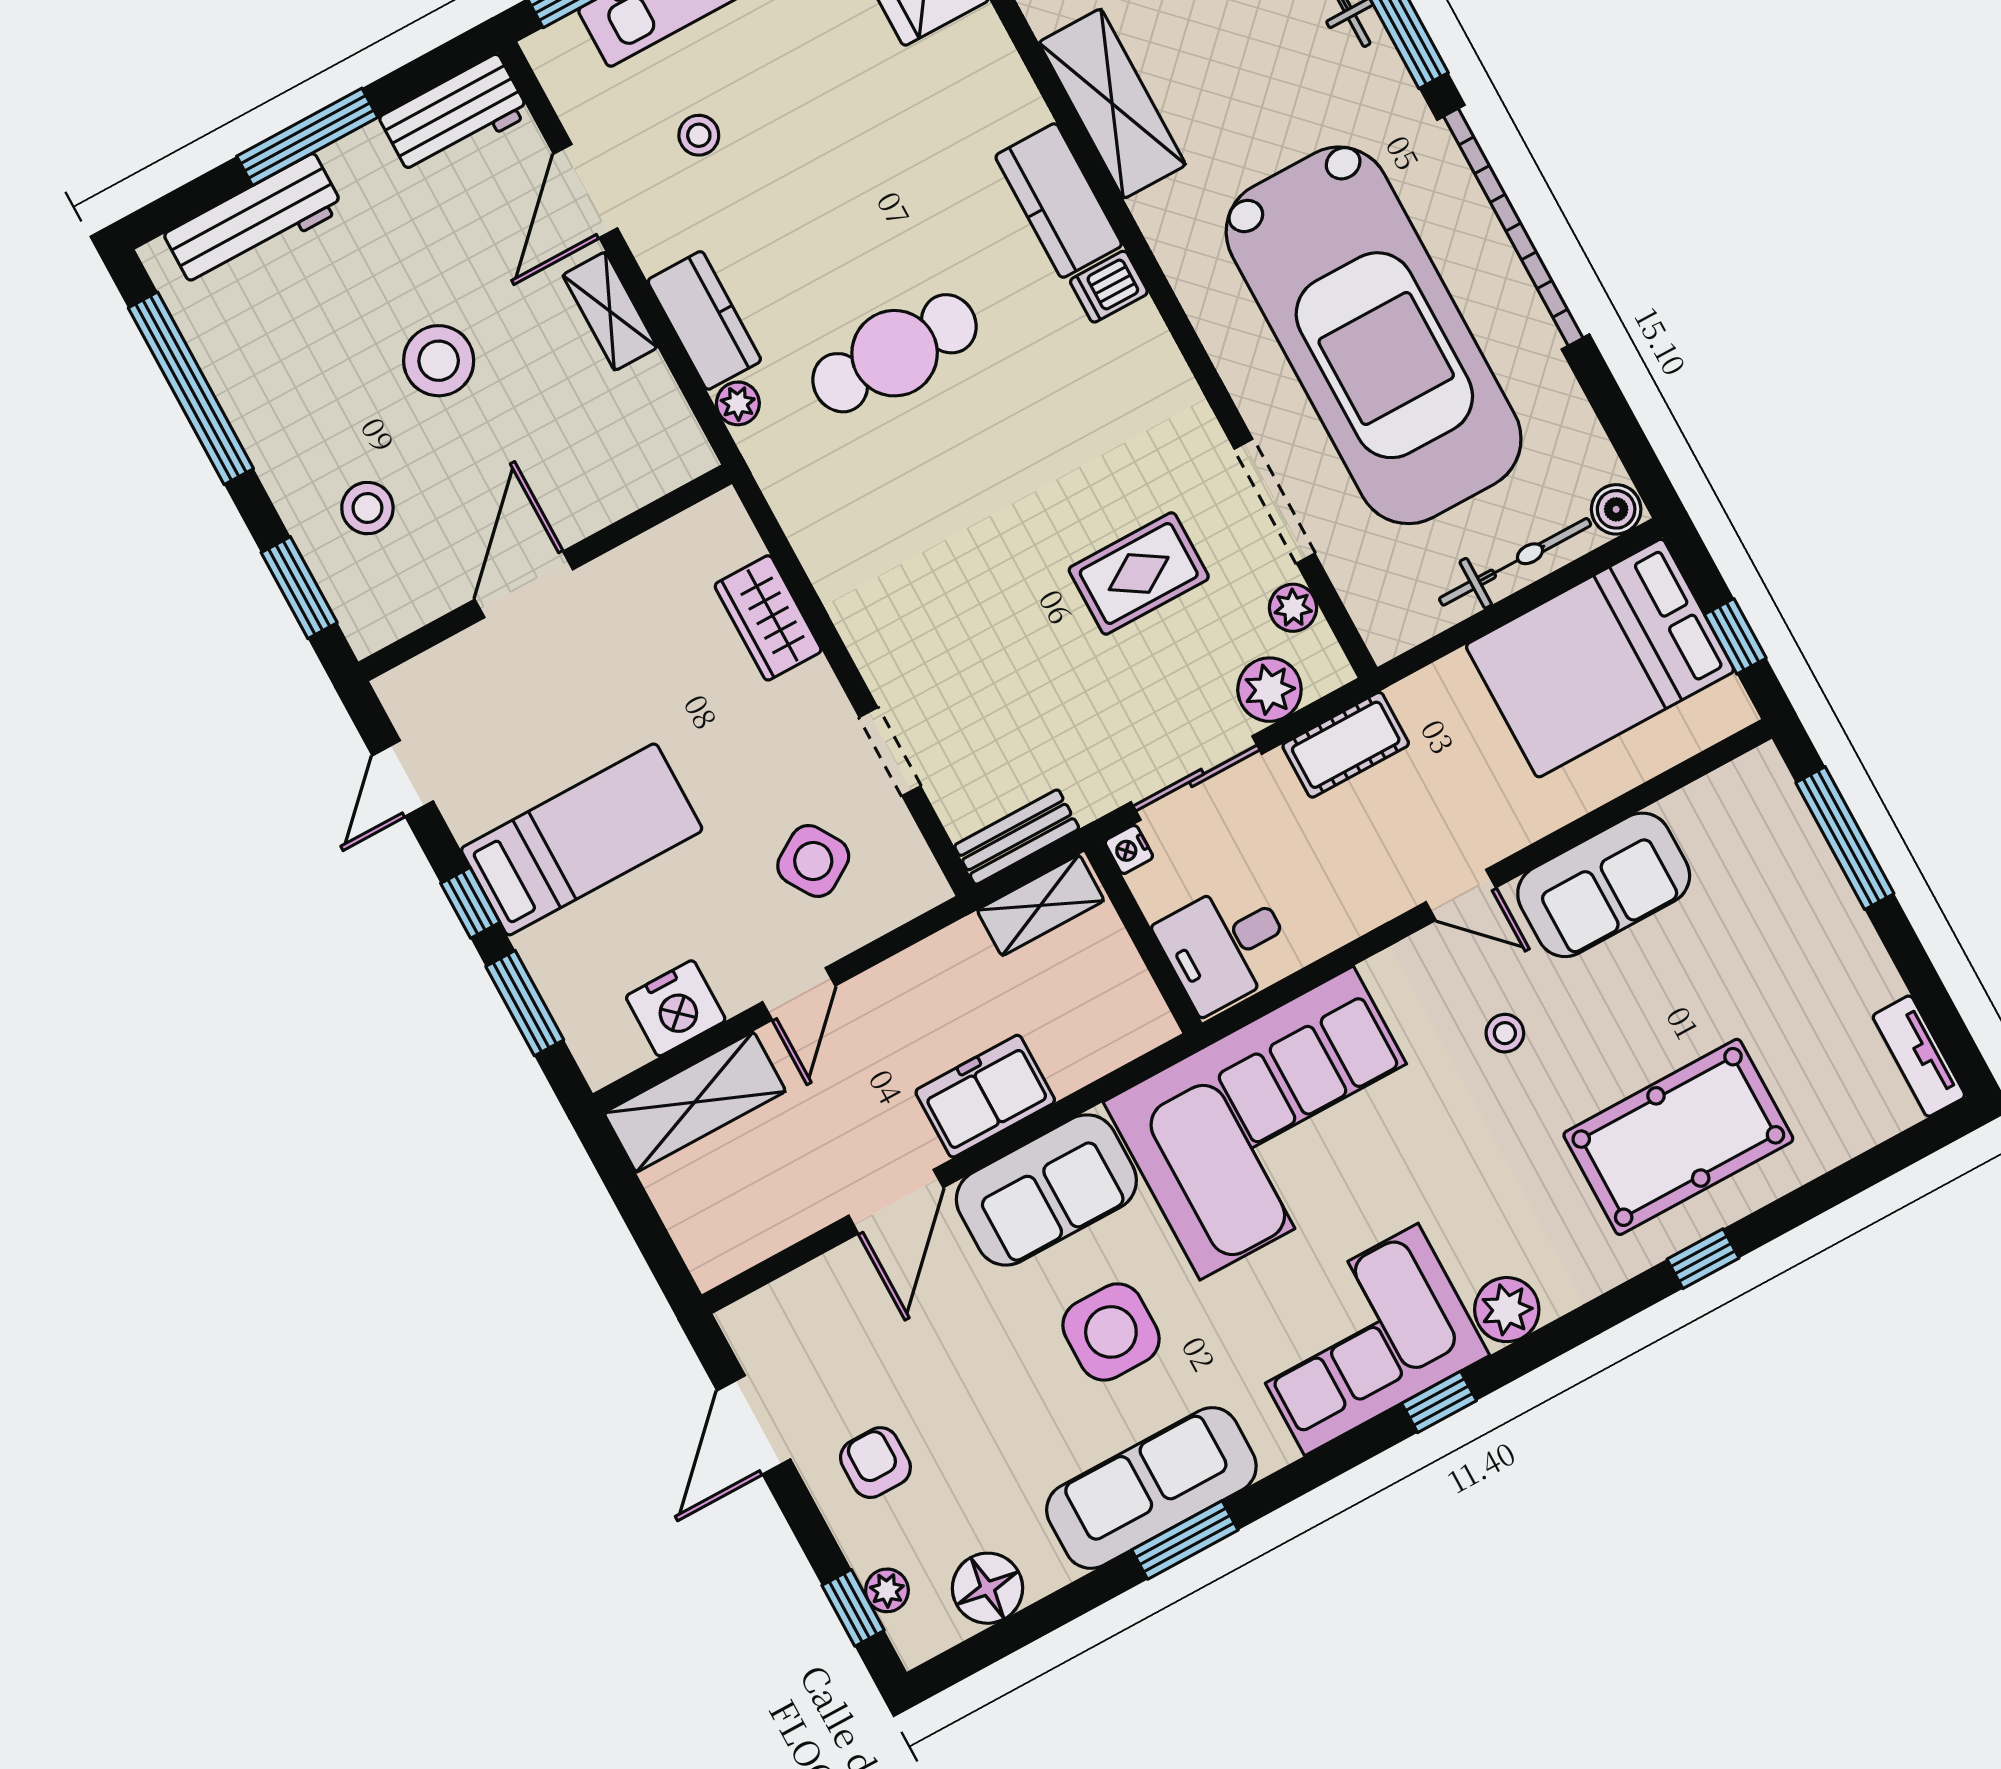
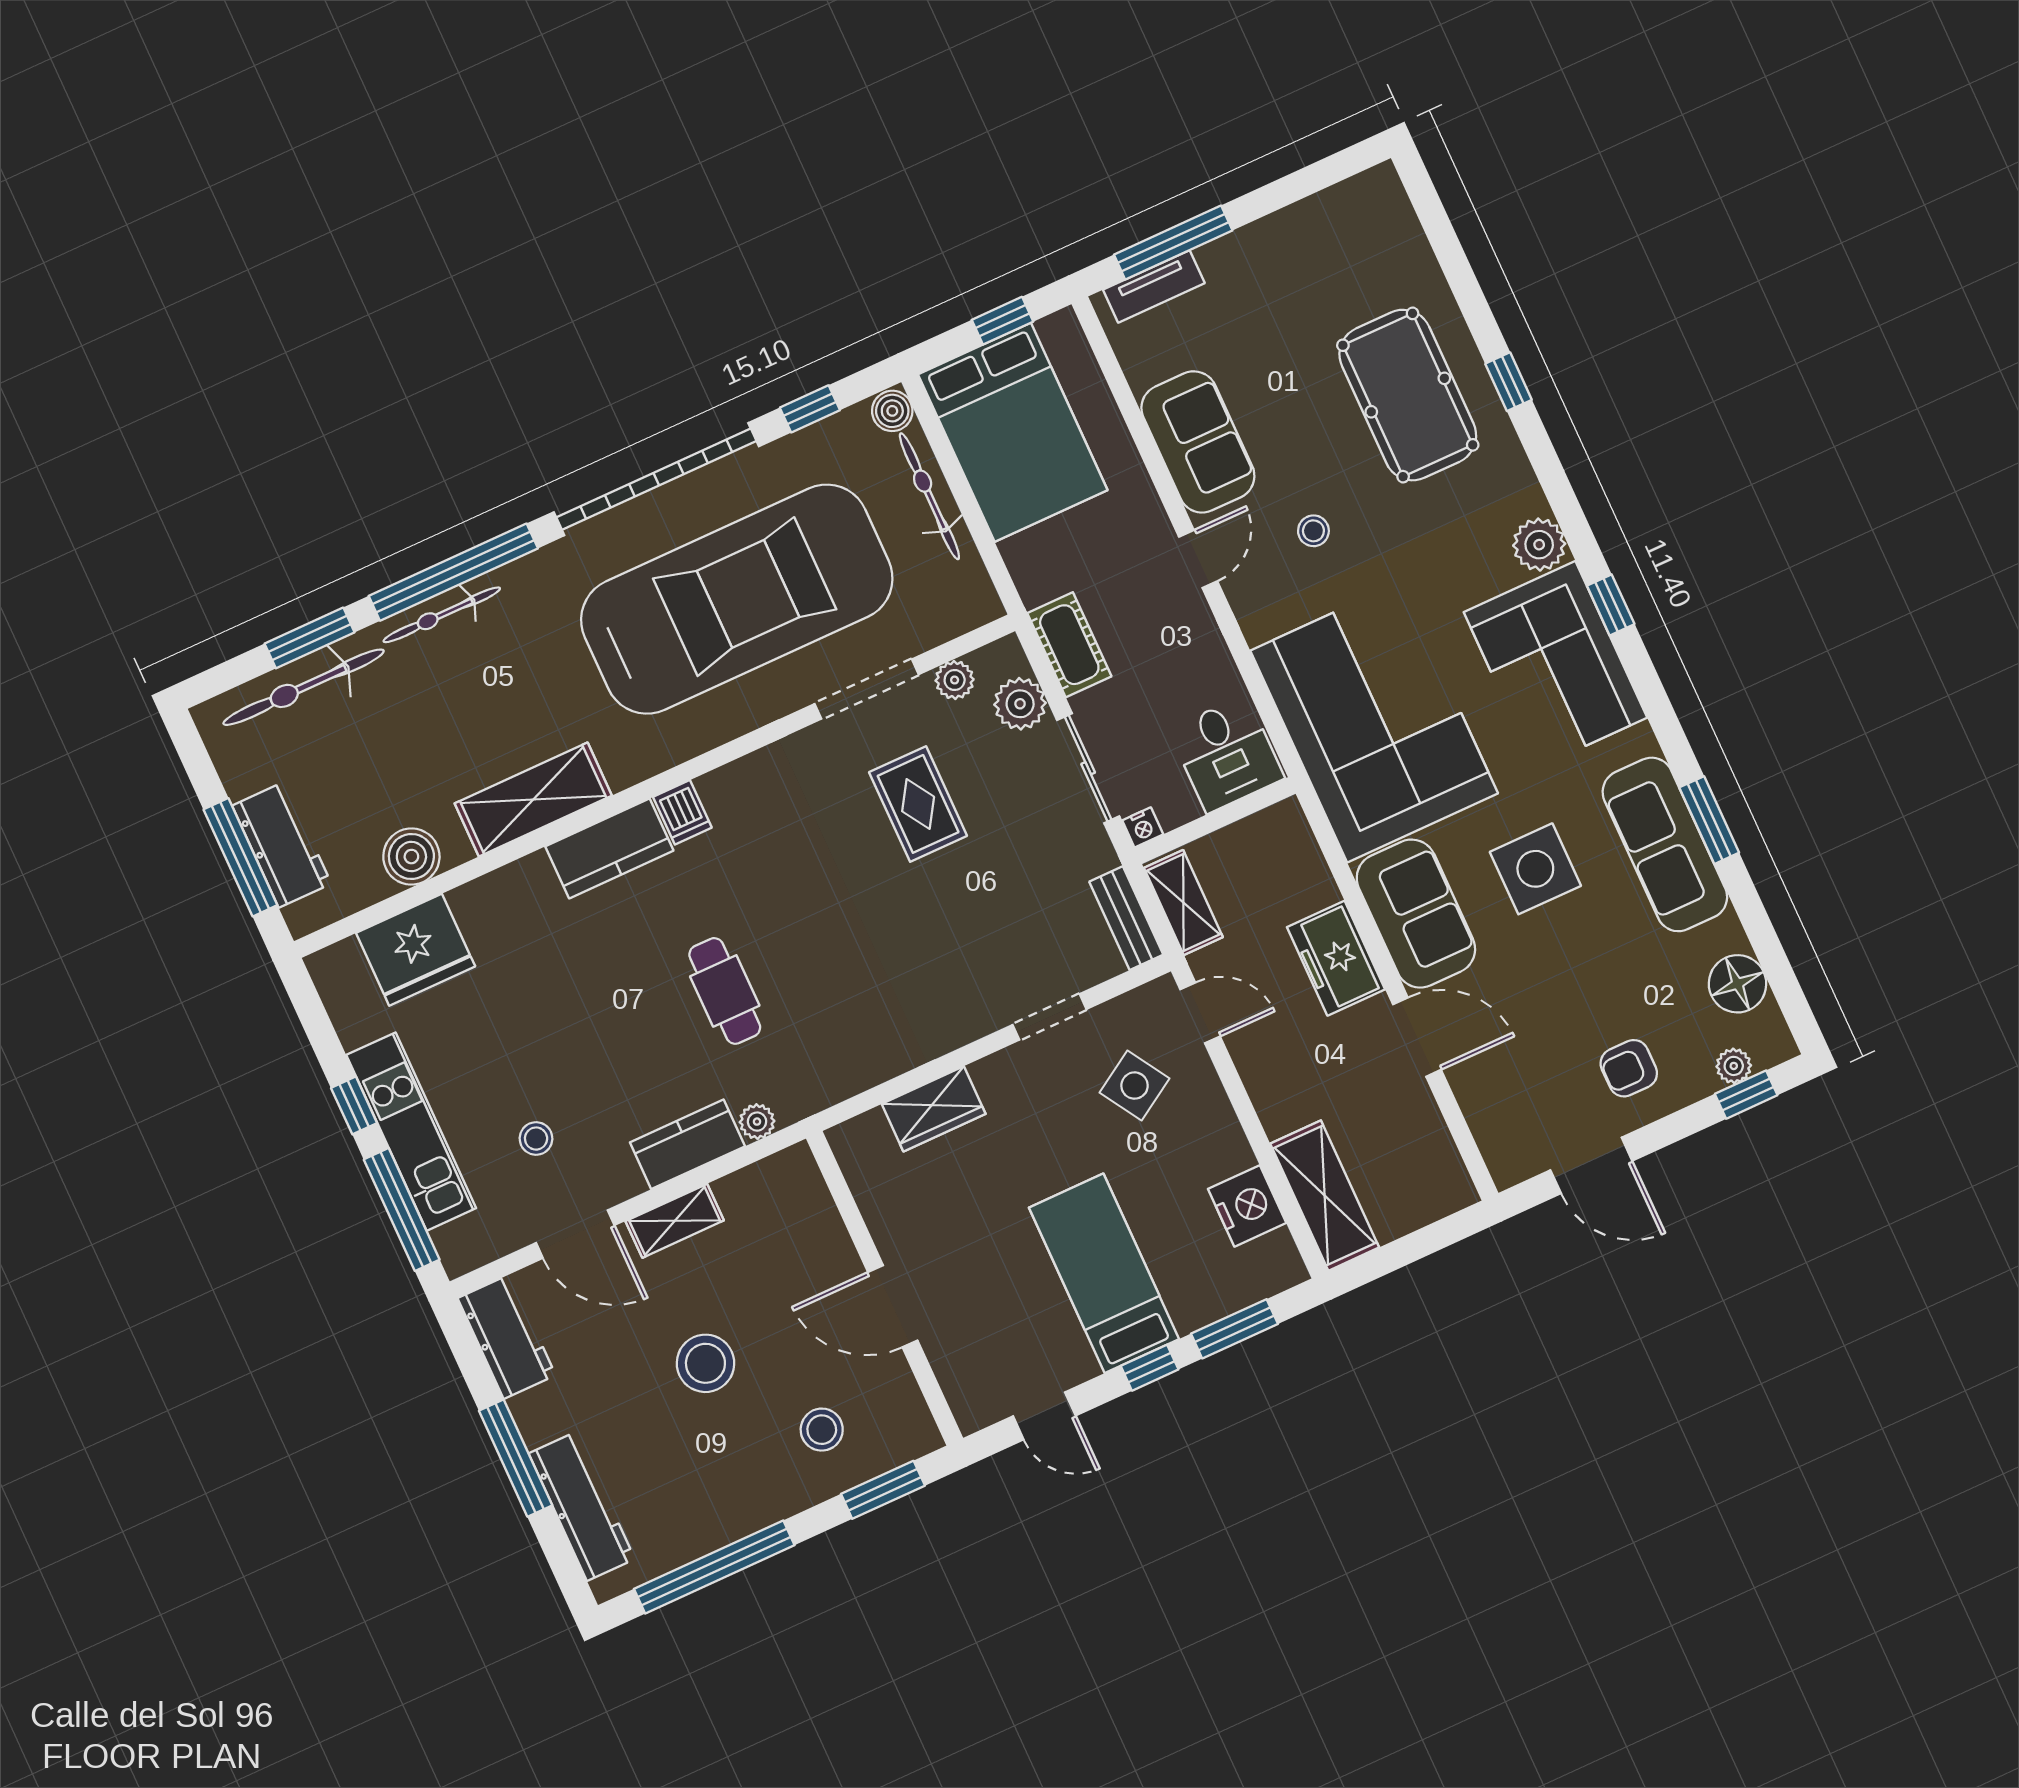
cafe table: (895, 353) -> (725, 991), width x0.73, depth x0.74
window: (1612, 409) -> (810, 409), added
door: (799, 994) -> (1200, 1013), moved
tv unit: (1919, 1056) -> (1154, 286), moved

